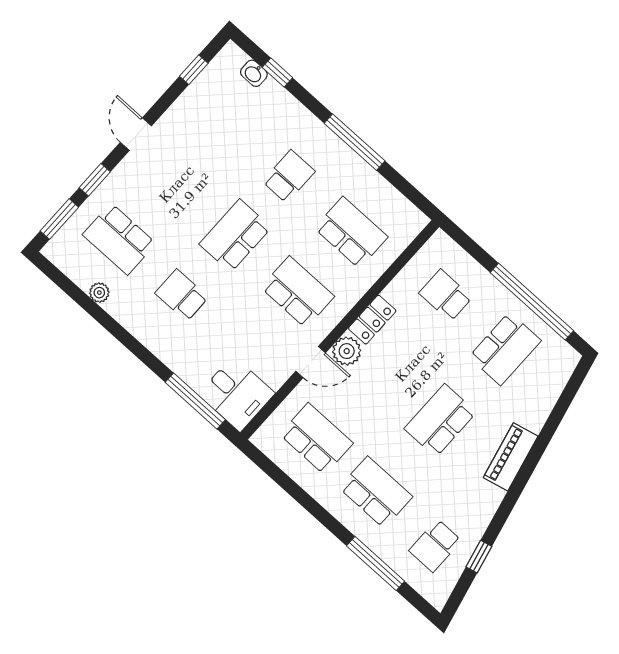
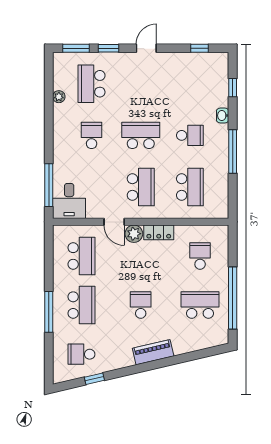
washbasin: (254, 73) -> (223, 116), moved
school desk: (505, 349) -> (200, 305), turned 180
school desk: (440, 420) -> (141, 305), width x0.54
window: (376, 563) -> (49, 312), moved

